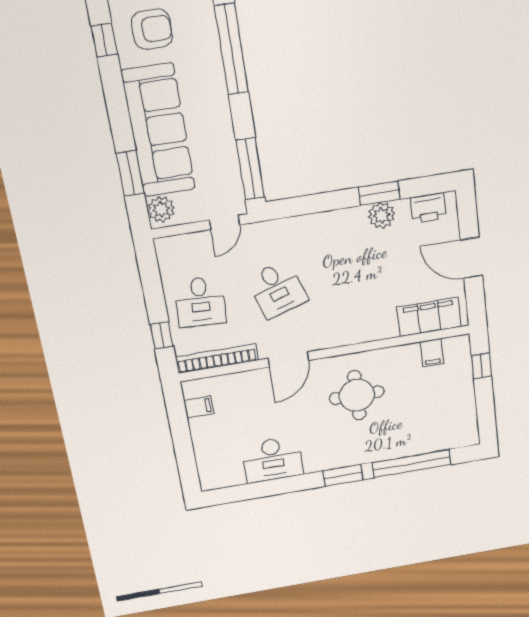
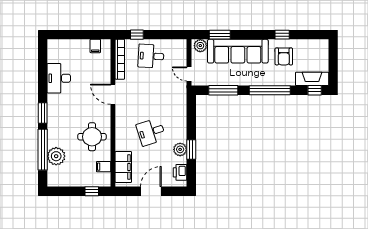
window: (250, 169) -> (223, 90), moved
desk: (277, 289) -> (151, 132), moved
round table: (357, 395) -> (92, 137), moved
plant: (421, 439) -> (56, 156), added

